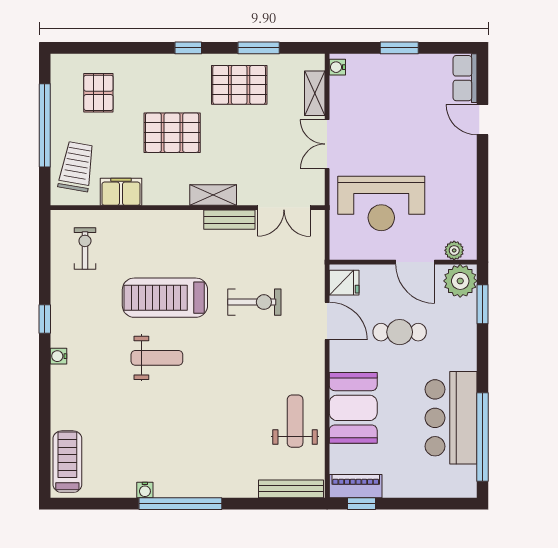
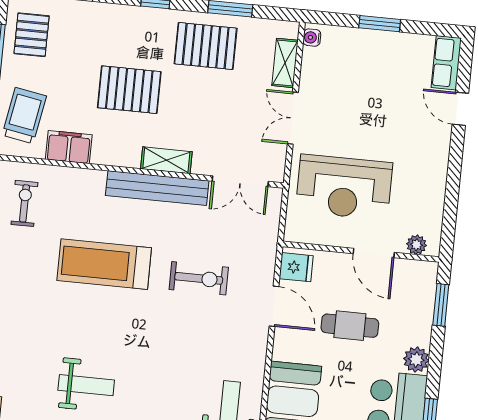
pallet: (98, 93) -> (32, 35), moved
bench: (229, 220) -> (157, 188), width x1.86, depth x1.21
plant: (460, 281) -> (416, 360), moved, width x0.73, depth x0.73
weight bench: (157, 358) -> (86, 385), moved

